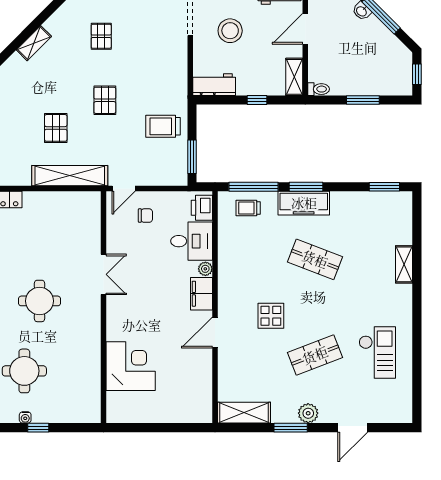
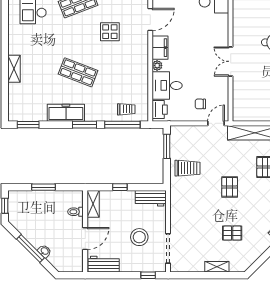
pallet: (101, 36) -> (232, 233), turned 90
toilet: (319, 89) -> (76, 212), moved
freezer: (304, 203) -> (66, 113), moved

